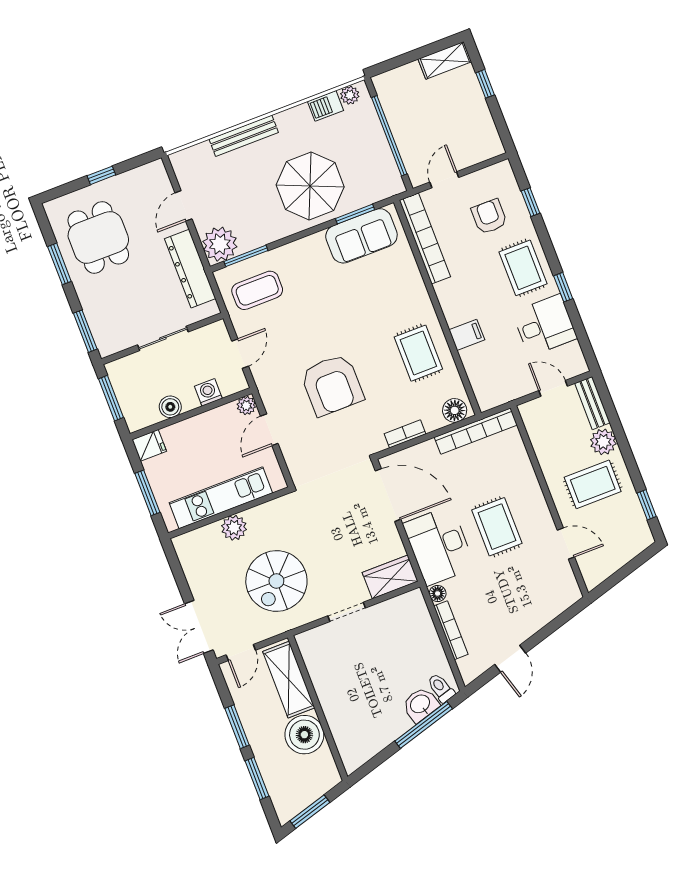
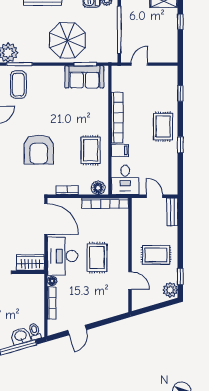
armchair: (489, 217) -> (156, 93), removed
bookcase: (425, 238) -> (117, 118), moved
coffee table: (257, 290) -> (18, 85), turned 90
desk: (545, 325) -> (125, 180), moved, turned 90
plant: (603, 442) -> (170, 290), moved

